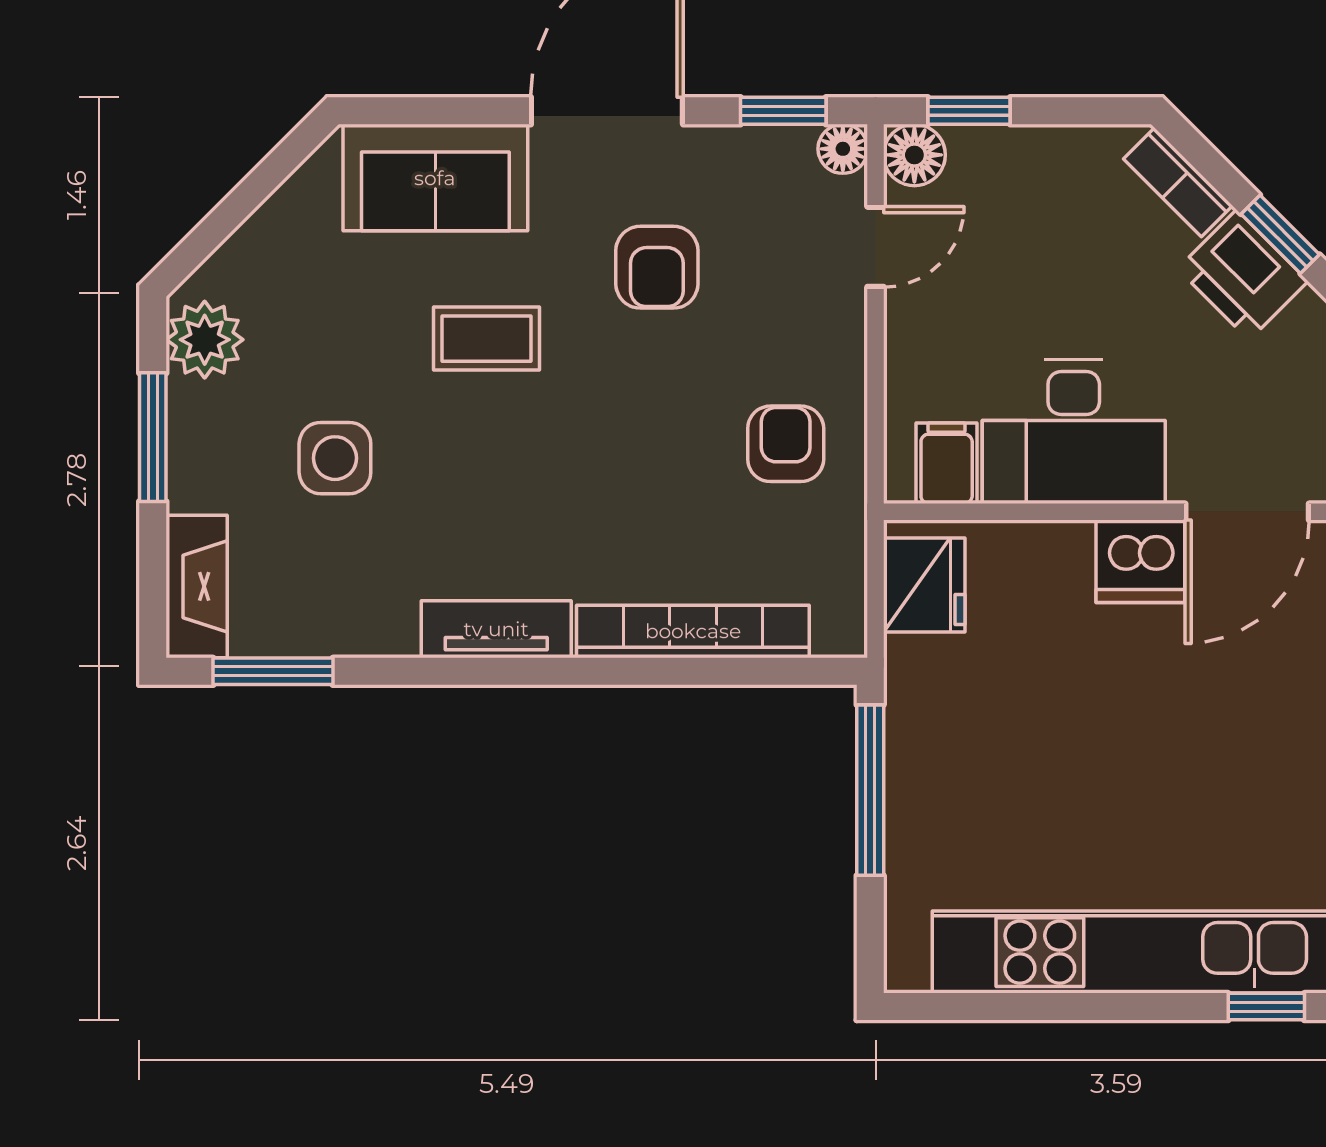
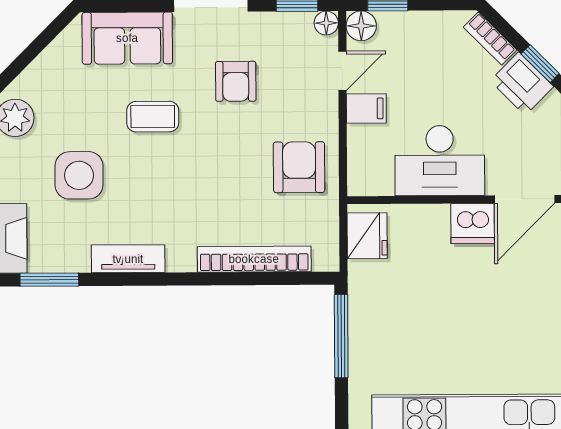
armchair: (786, 444) -> (299, 167), width x1.38, depth x1.38
side table: (335, 458) -> (79, 175), width x1.37, depth x1.37
filing cabinet: (947, 463) -> (366, 108), moved, turned 90
tv unit: (496, 629) -> (128, 259), moved

